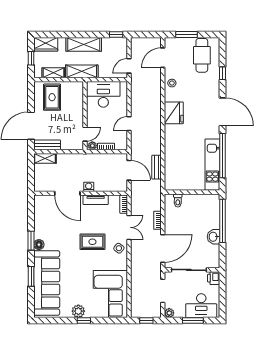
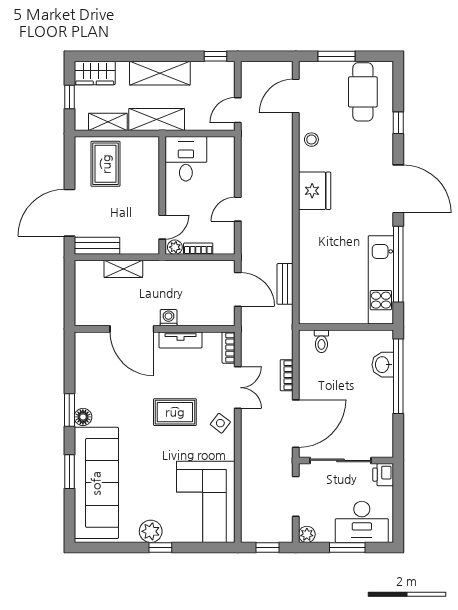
desk: (103, 94) -> (186, 159), width x0.73
shelving: (45, 158) -> (123, 269), moved
washbasin: (213, 237) -> (383, 365), moved

